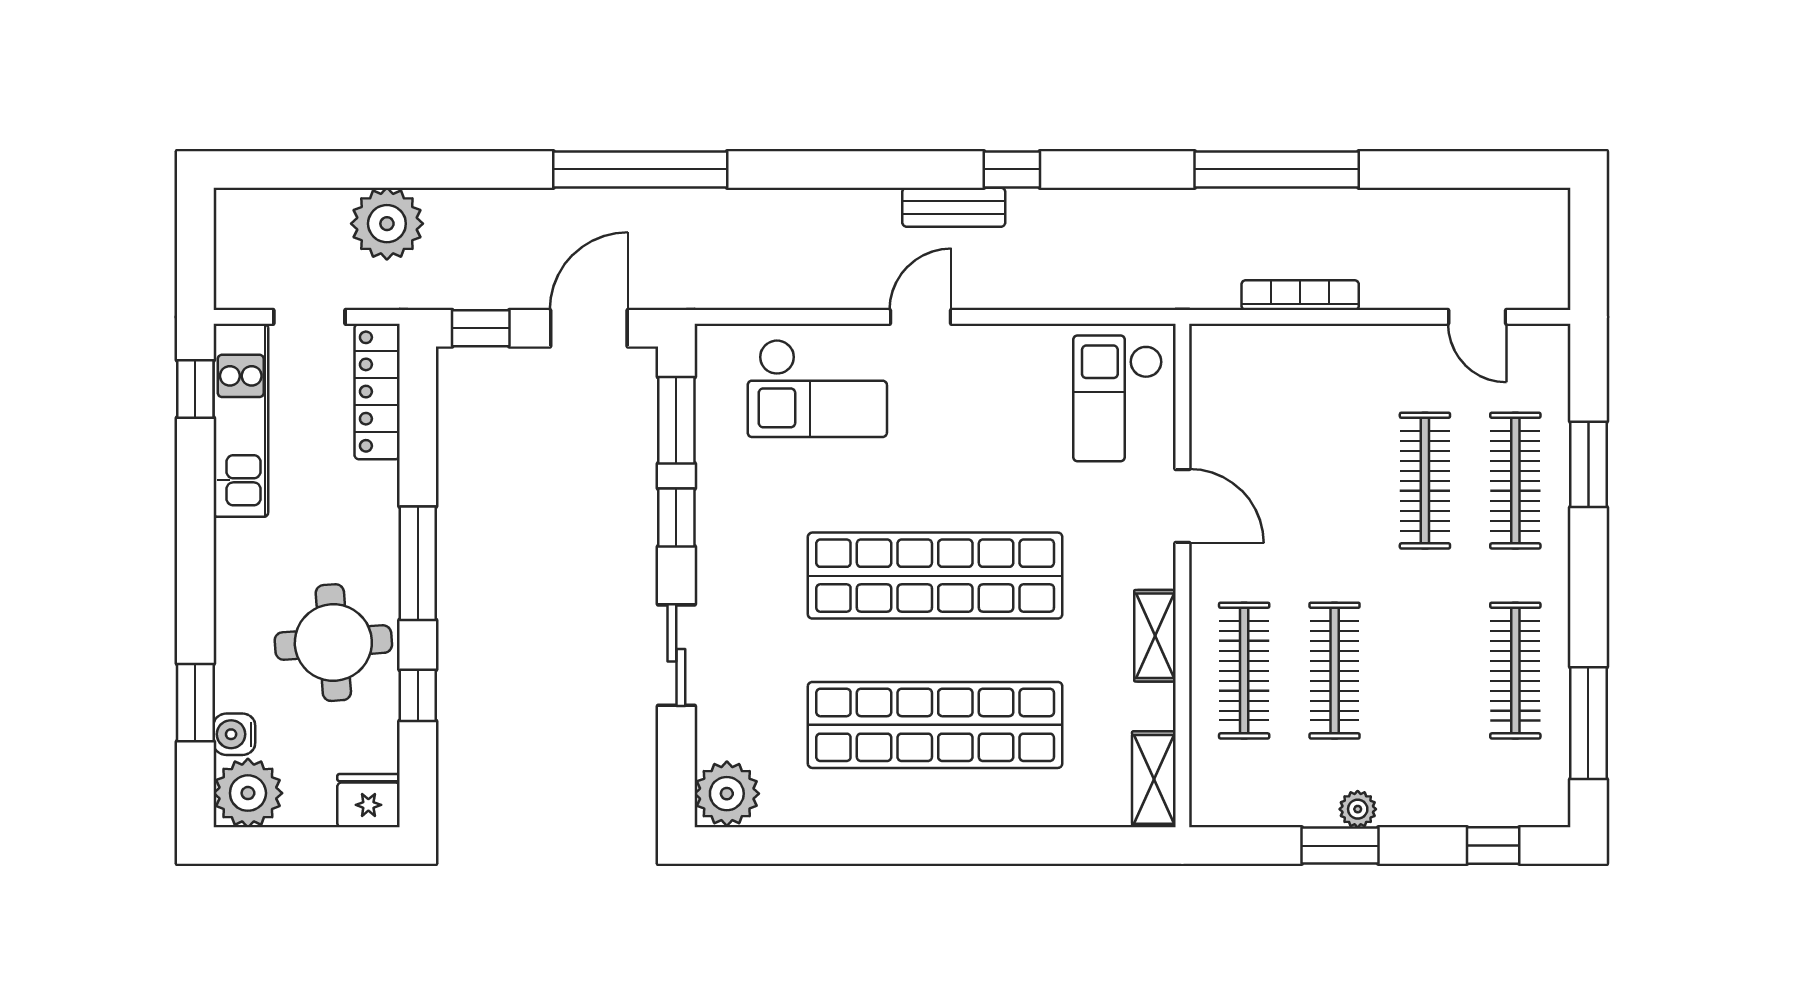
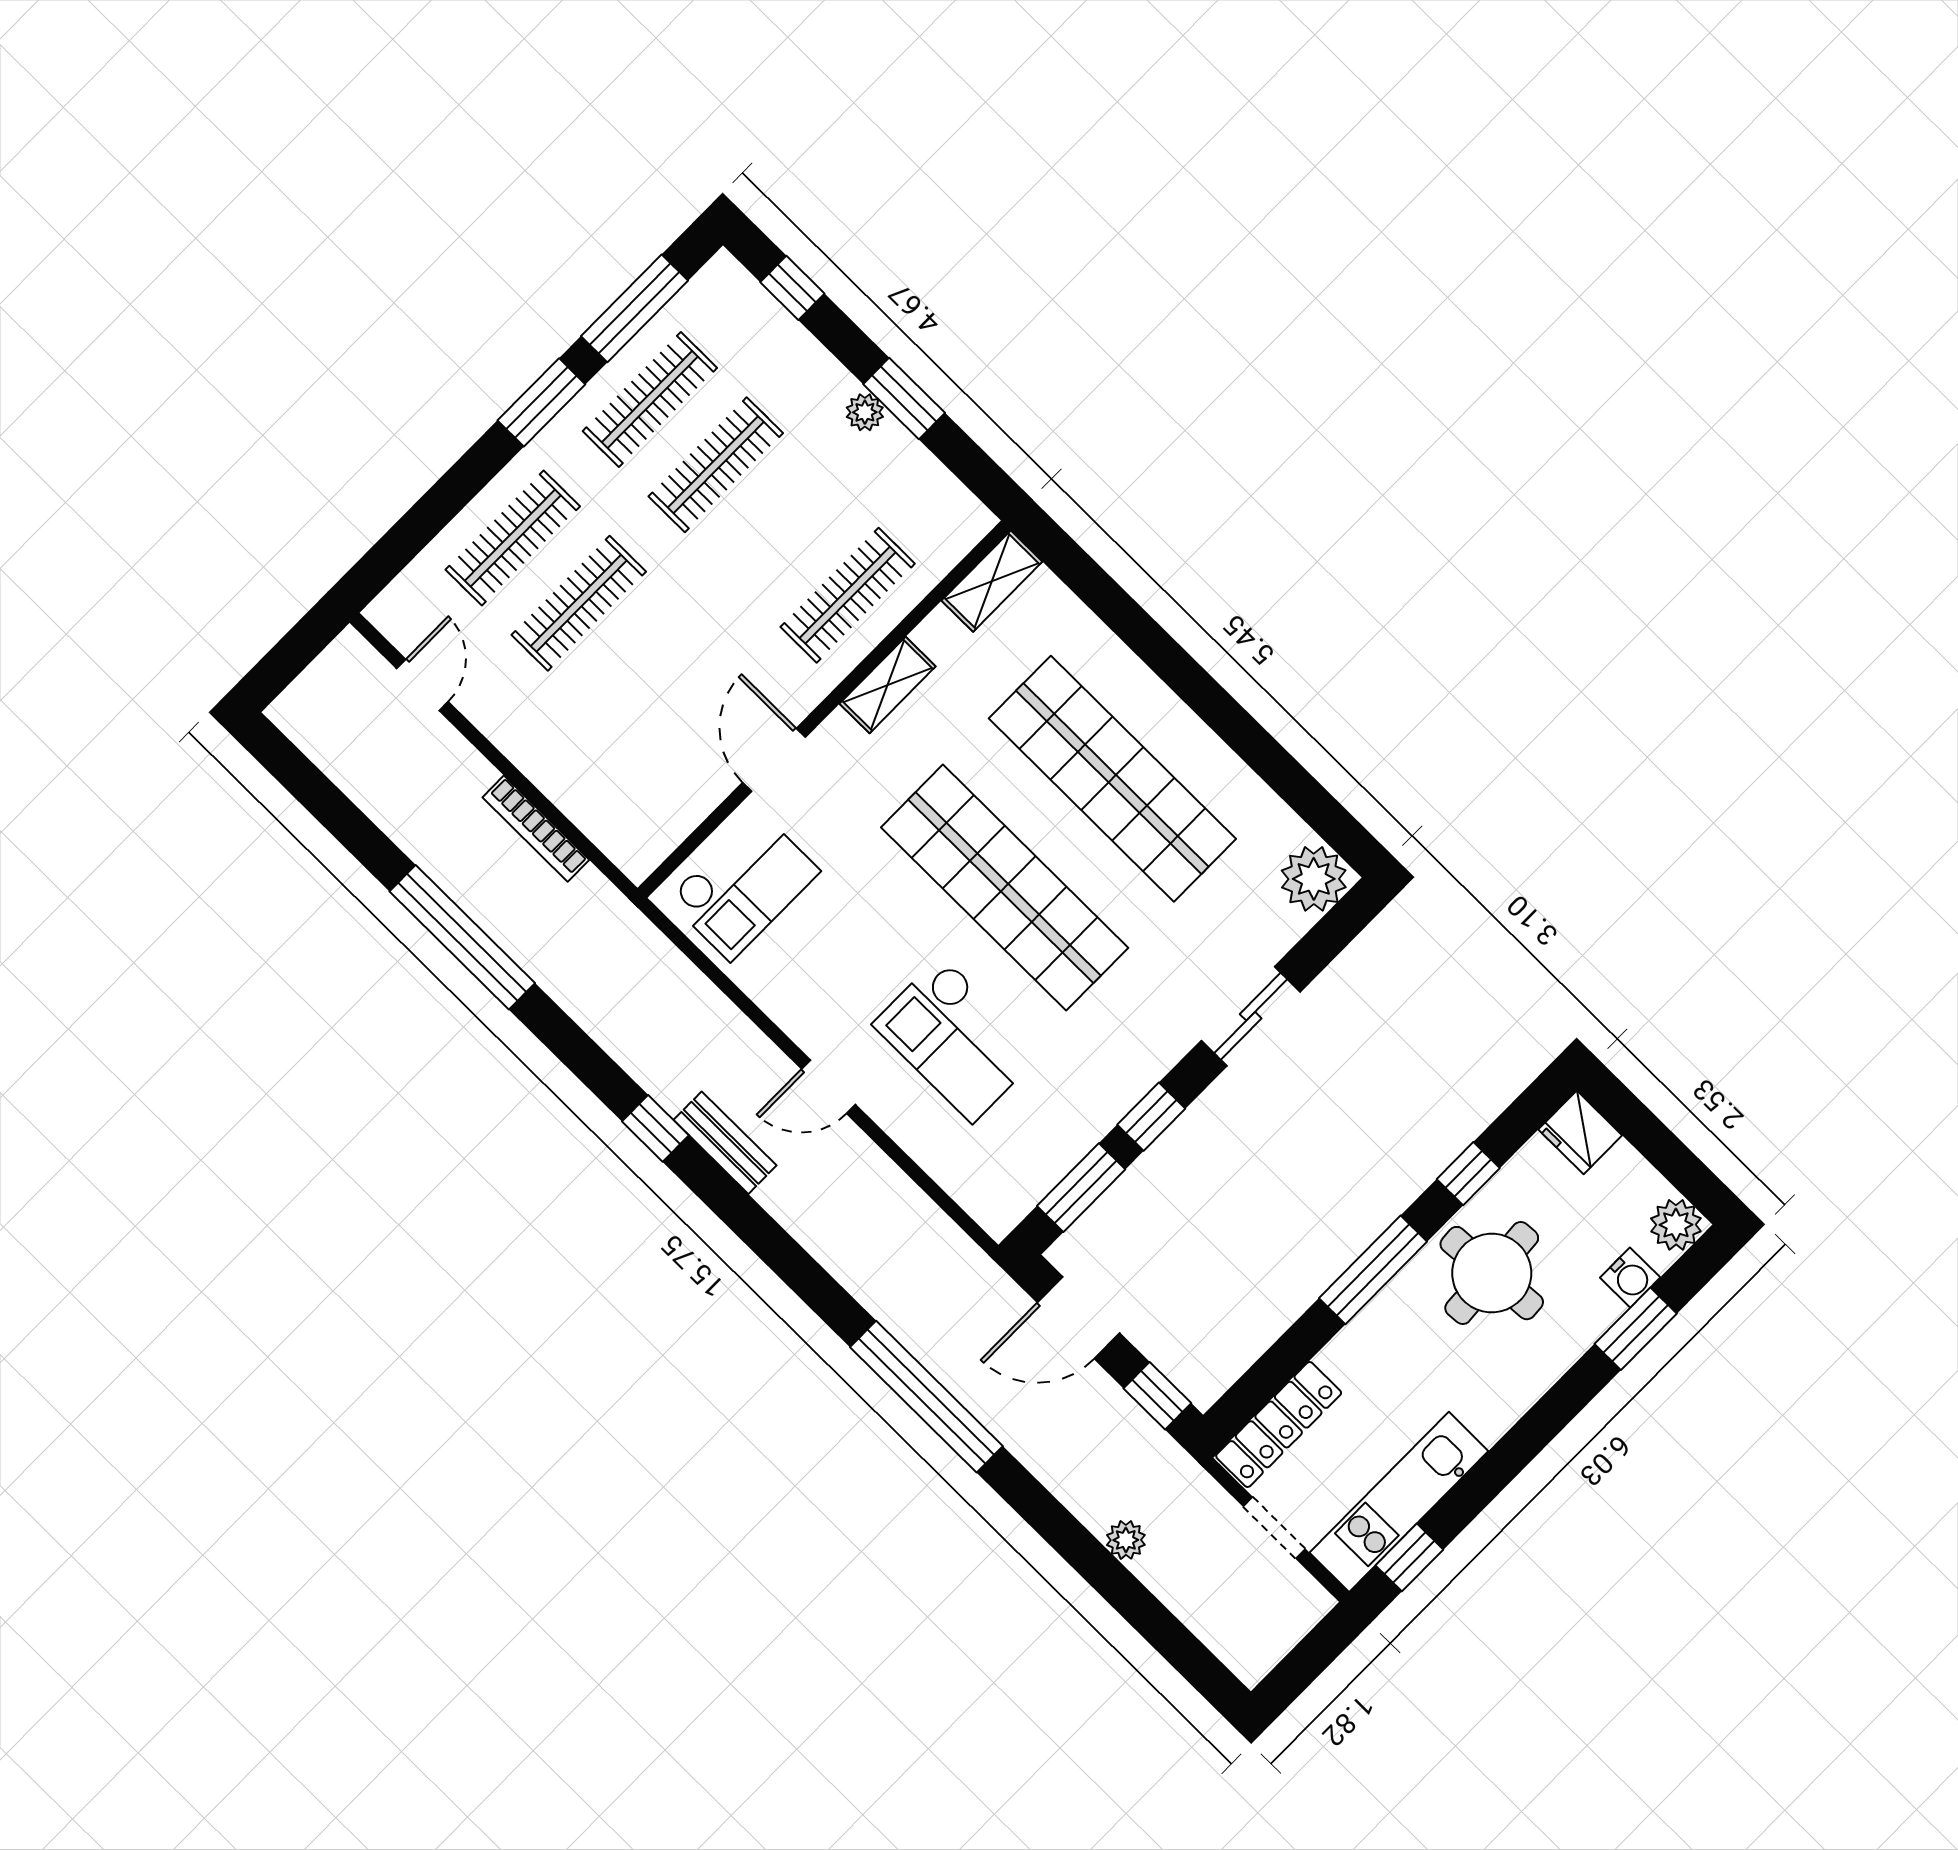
plant: (387, 224) -> (1126, 1540), width x0.53, depth x0.53
checkout: (817, 388) -> (957, 1039), moved, turned 180
window: (1588, 464) -> (541, 402), moved
clothes rail: (1335, 671) -> (716, 465), moved
plant: (248, 793) -> (1676, 1225), width x0.73, depth x0.73

